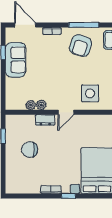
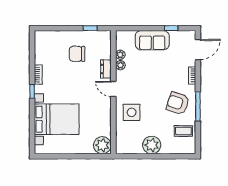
sofa: (16, 60) -> (152, 40), moved
chair: (30, 150) -> (77, 54), turned -90

